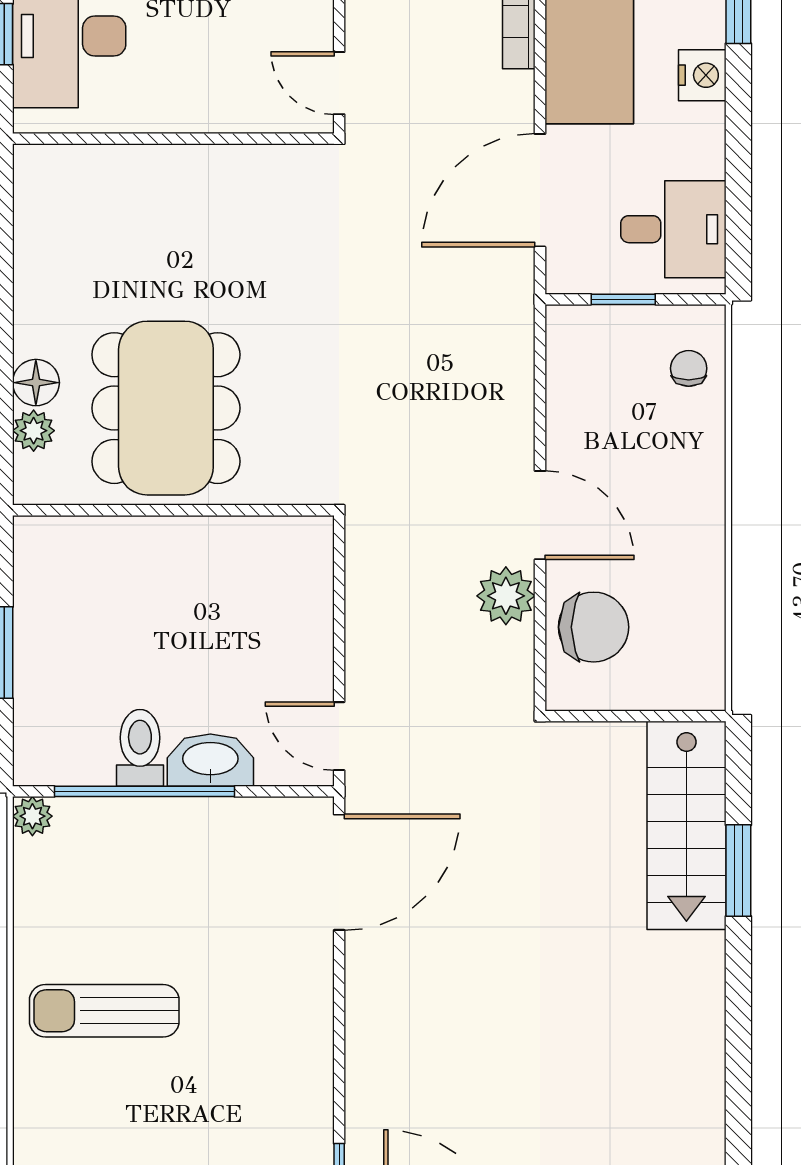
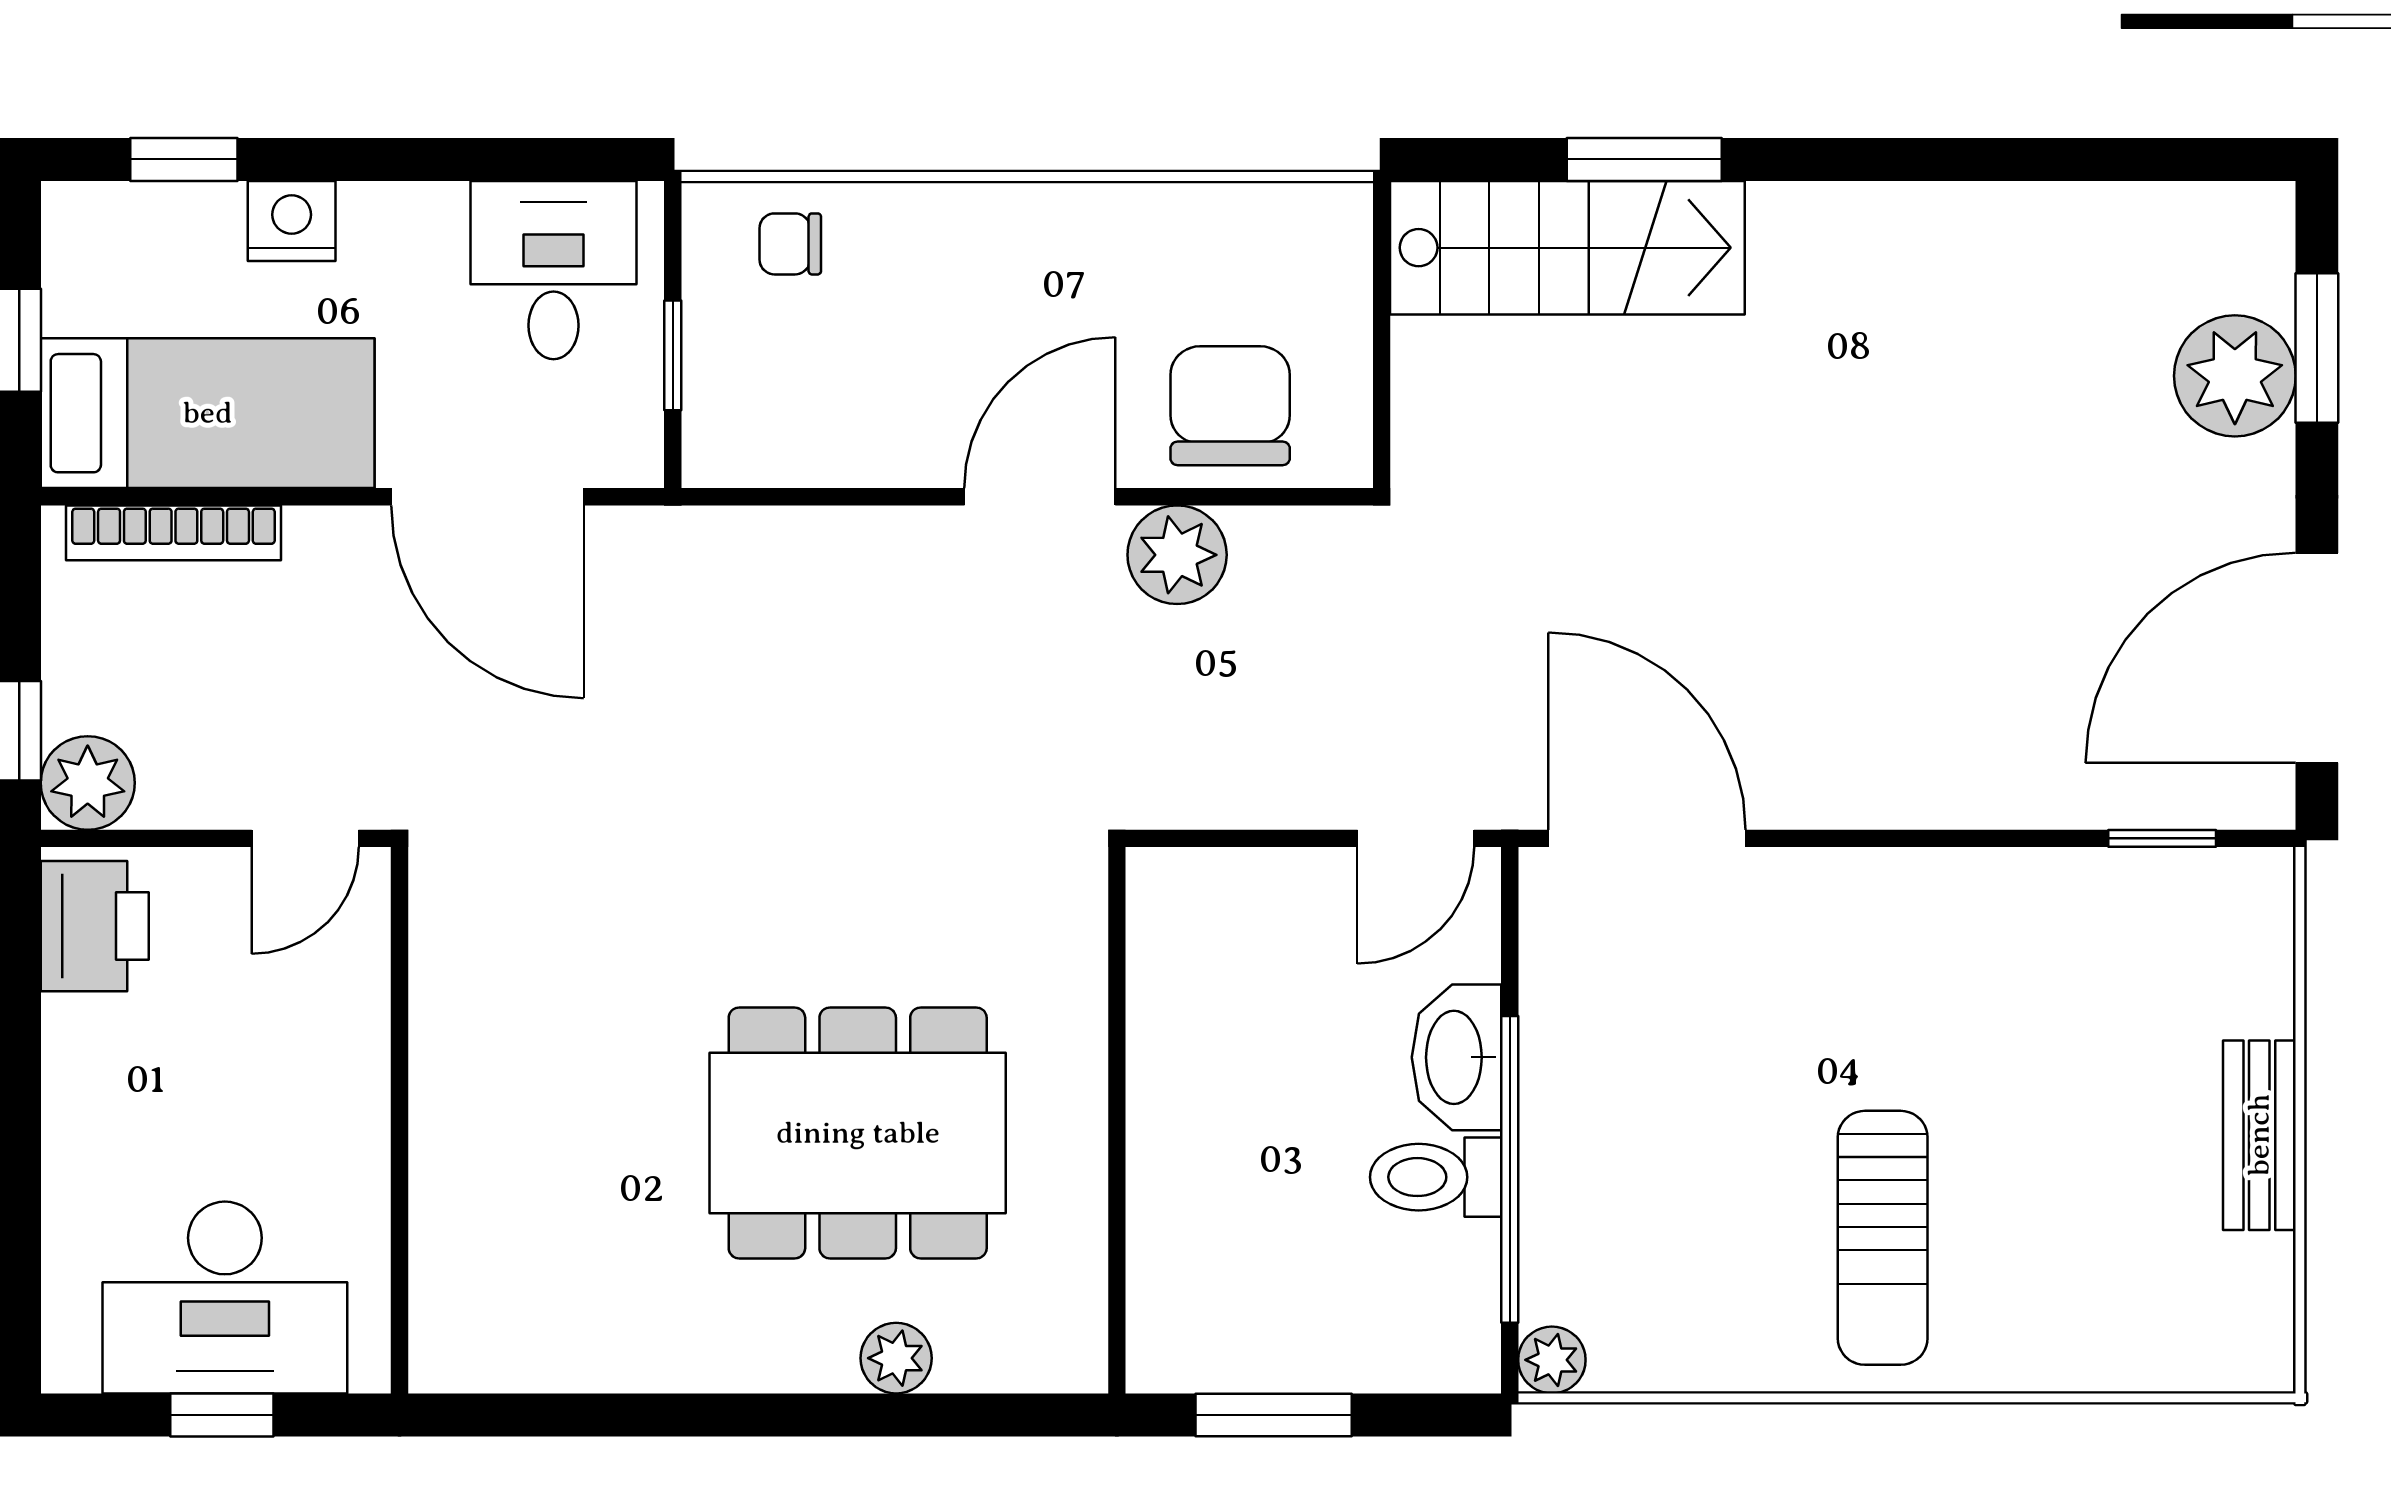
floor lamp: (36, 383) -> (814, 1354), removed
wall: (173, 510) -> (1117, 1120), moved

